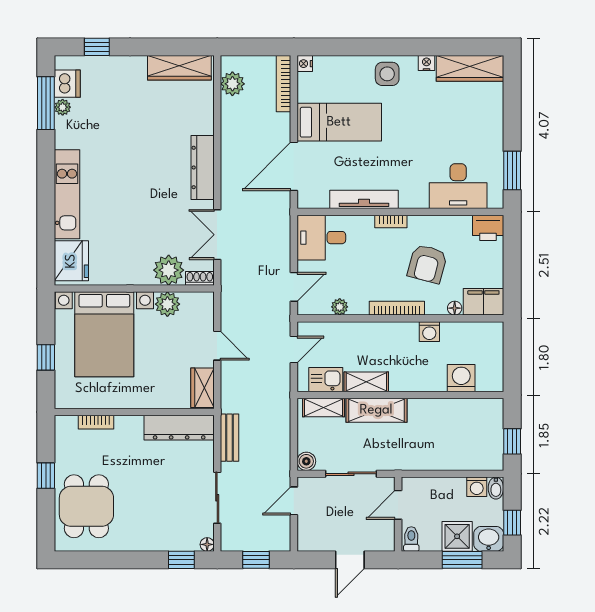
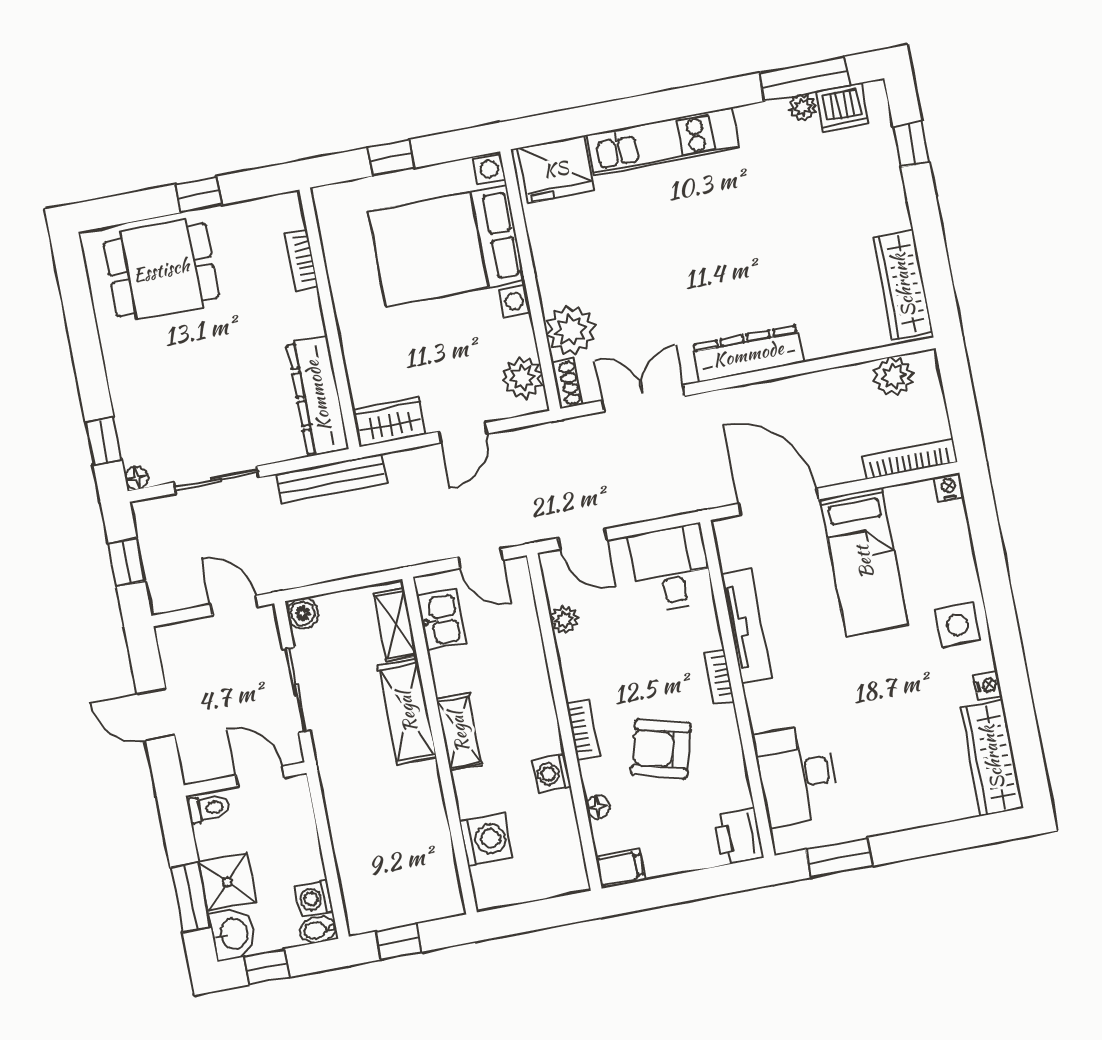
filing cabinet: (483, 302) -> (620, 868), width x0.50
plant: (167, 304) -> (522, 378), moved
bookcase: (397, 308) -> (583, 729), width x0.64
shelving: (366, 382) -> (459, 732), moved
bench: (229, 438) -> (331, 478), width x1.36

